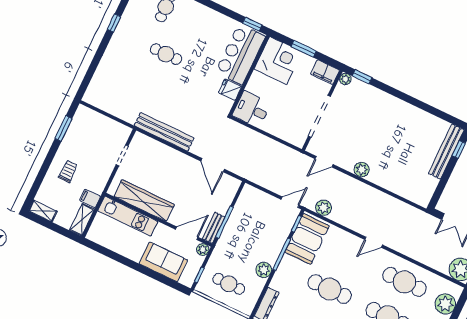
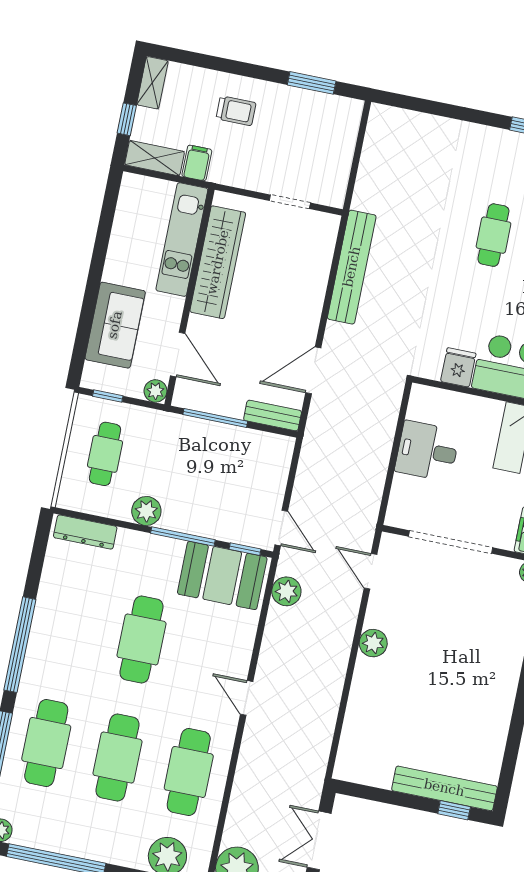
desk: (252, 109) -> (427, 451), moved, turned -90
bench: (214, 228) -> (273, 416), moved
window: (58, 229) -> (127, 119), added

